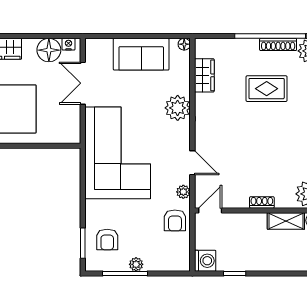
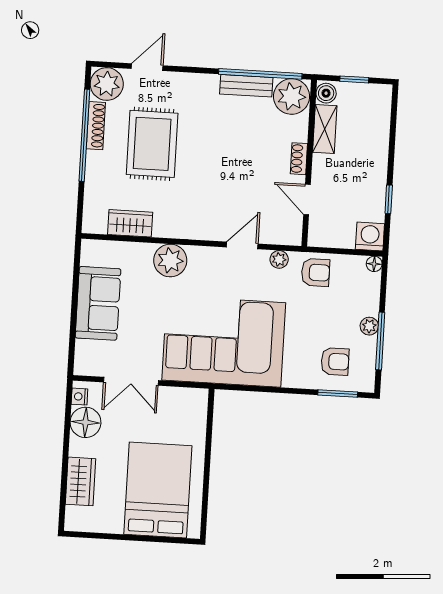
floor lamp: (184, 44) -> (374, 264), moved
rug: (267, 89) -> (152, 144), width x1.36, depth x1.43
door: (210, 211) -> (307, 199), moved

